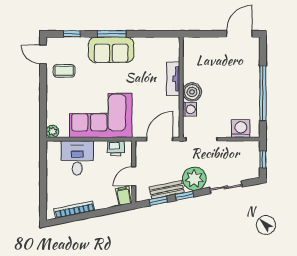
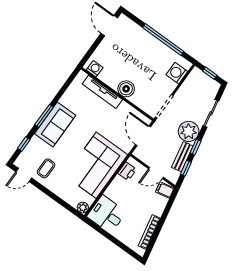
tv unit: (173, 79) -> (102, 92), width x1.41
washing machine: (190, 109) -> (95, 69), moved
desk: (77, 158) -> (107, 214), moved
door: (134, 176) -> (156, 173), hinge flipped

